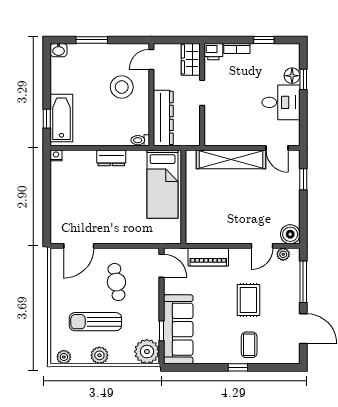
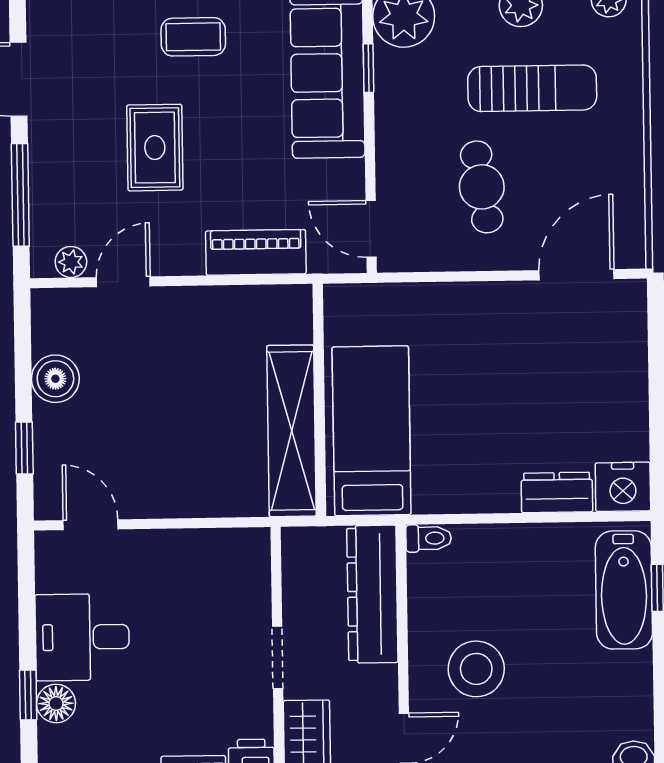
nightstand: (56, 155) -> (623, 487), width x1.89, depth x1.79
dresser: (111, 158) -> (557, 492), moved
shelving: (231, 159) -> (292, 431), moved, turned 90
boiler: (290, 234) -> (55, 379), moved
coffee table: (249, 345) -> (193, 37), moved, turned 90

